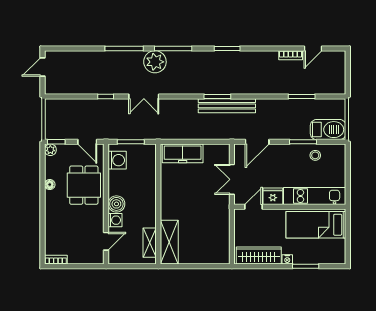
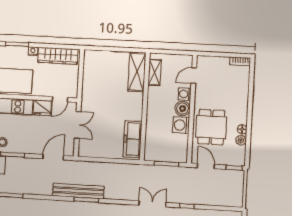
plant: (50, 150) -> (241, 140), moved
freezer: (183, 153) -> (132, 139), moved, turned -90
washing machine: (117, 160) -> (181, 125), moved

